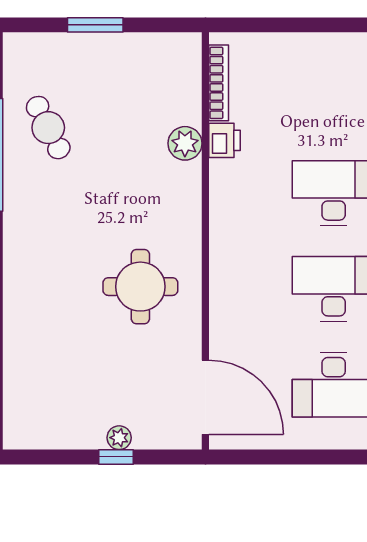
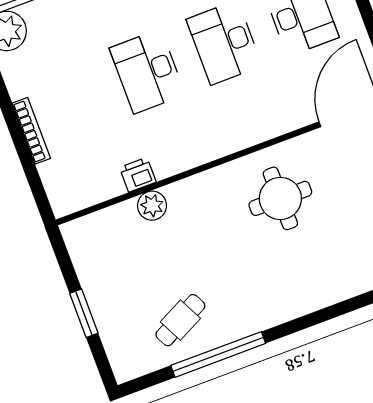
bookcase: (219, 83) -> (31, 131), moved, turned 90

